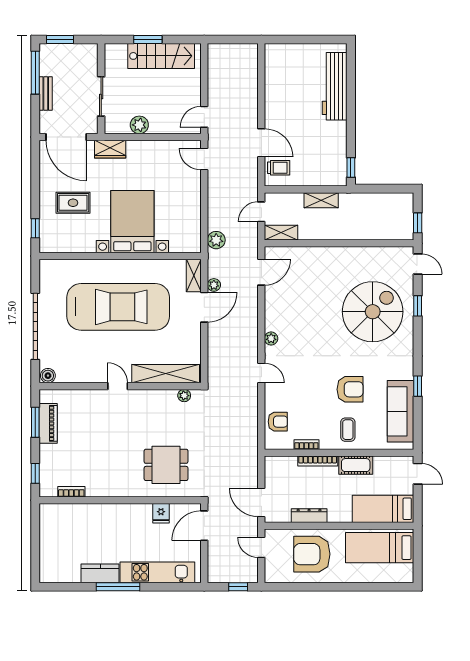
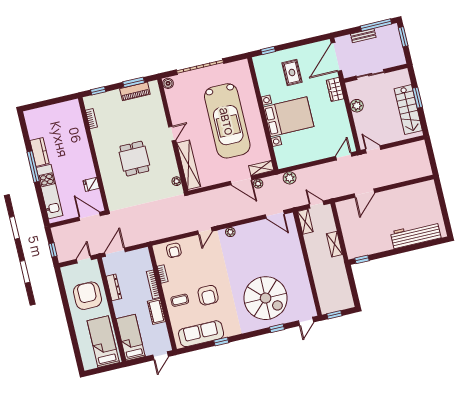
trolley: (279, 168) -> (350, 209), removed
dining table: (166, 465) -> (134, 159), moved

